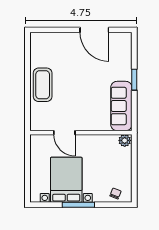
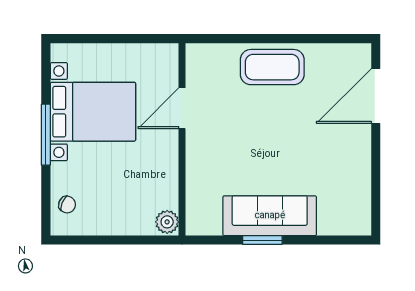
door: (94, 30) -> (376, 96), moved
window: (134, 80) -> (262, 240), moved
sofa: (121, 106) -> (270, 216), moved

